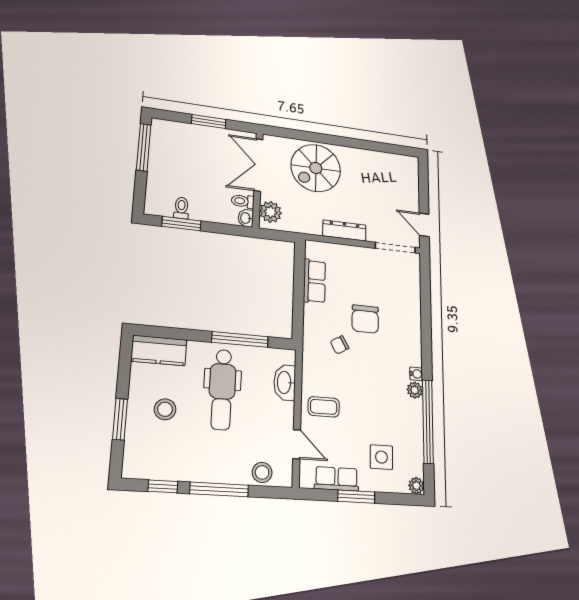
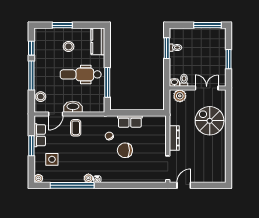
double door: (258, 165) -> (207, 88), width x0.73
row of seats: (314, 281) -> (130, 121), moved
washbasin: (285, 382) -> (73, 107), moved

